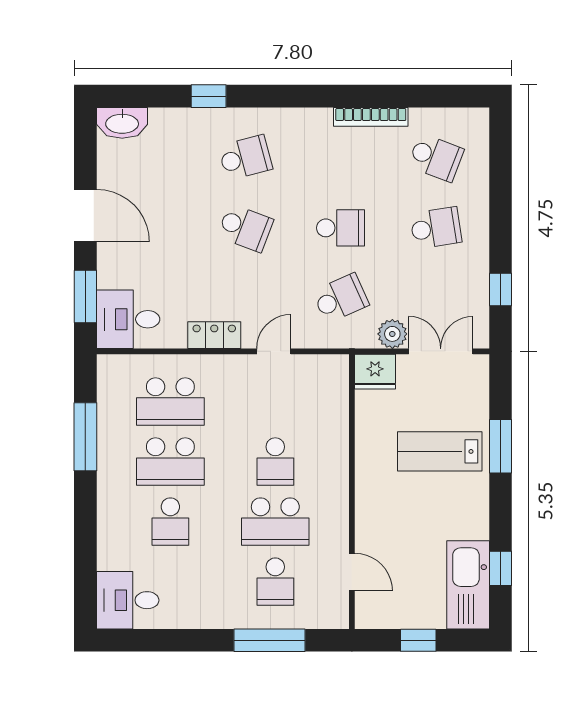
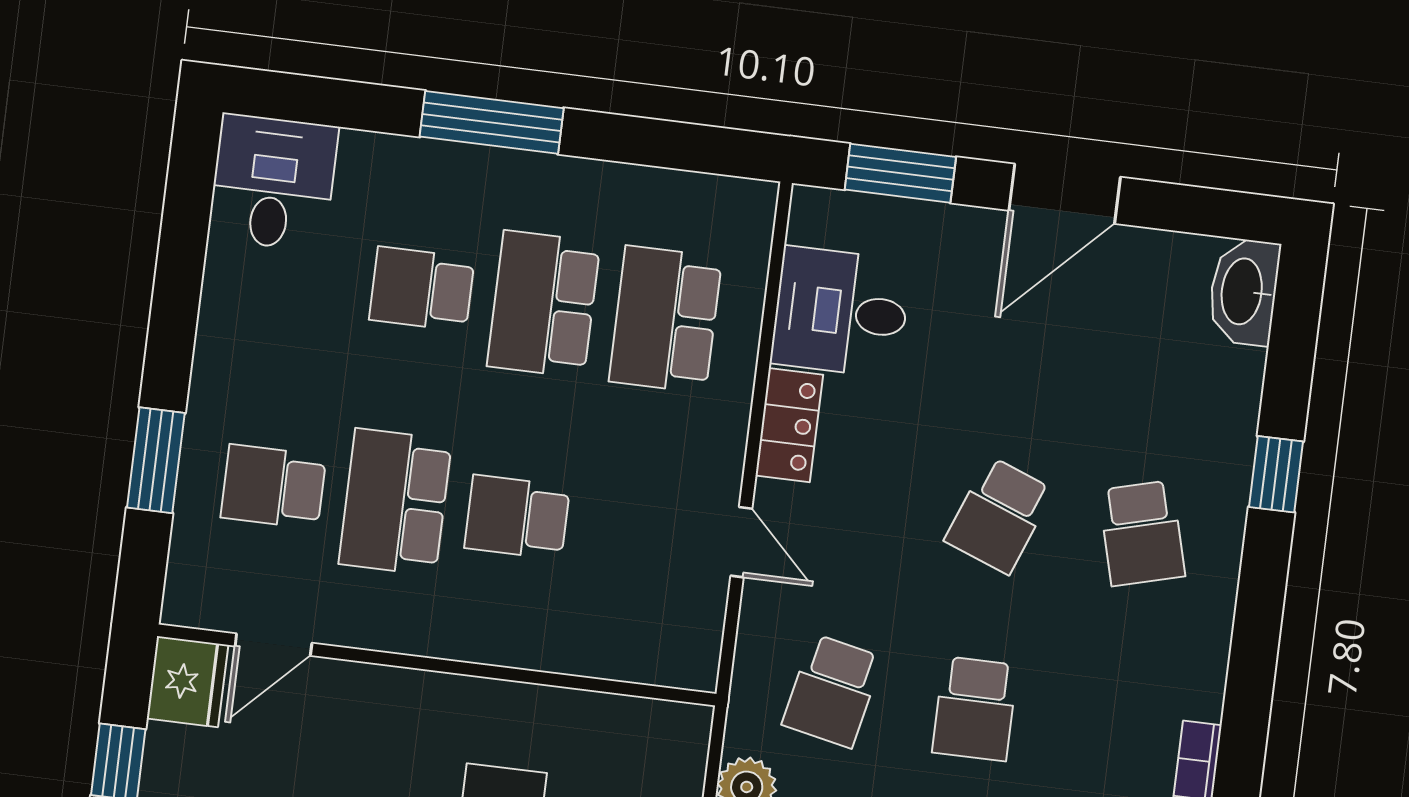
school desk: (341, 298) -> (832, 691), turned 36
desk: (128, 319) -> (841, 312), moved, turned -90
fridge: (375, 372) -> (188, 682), moved, turned 180
window: (85, 437) -> (492, 122), moved
window: (270, 640) -> (156, 460), width x0.69

